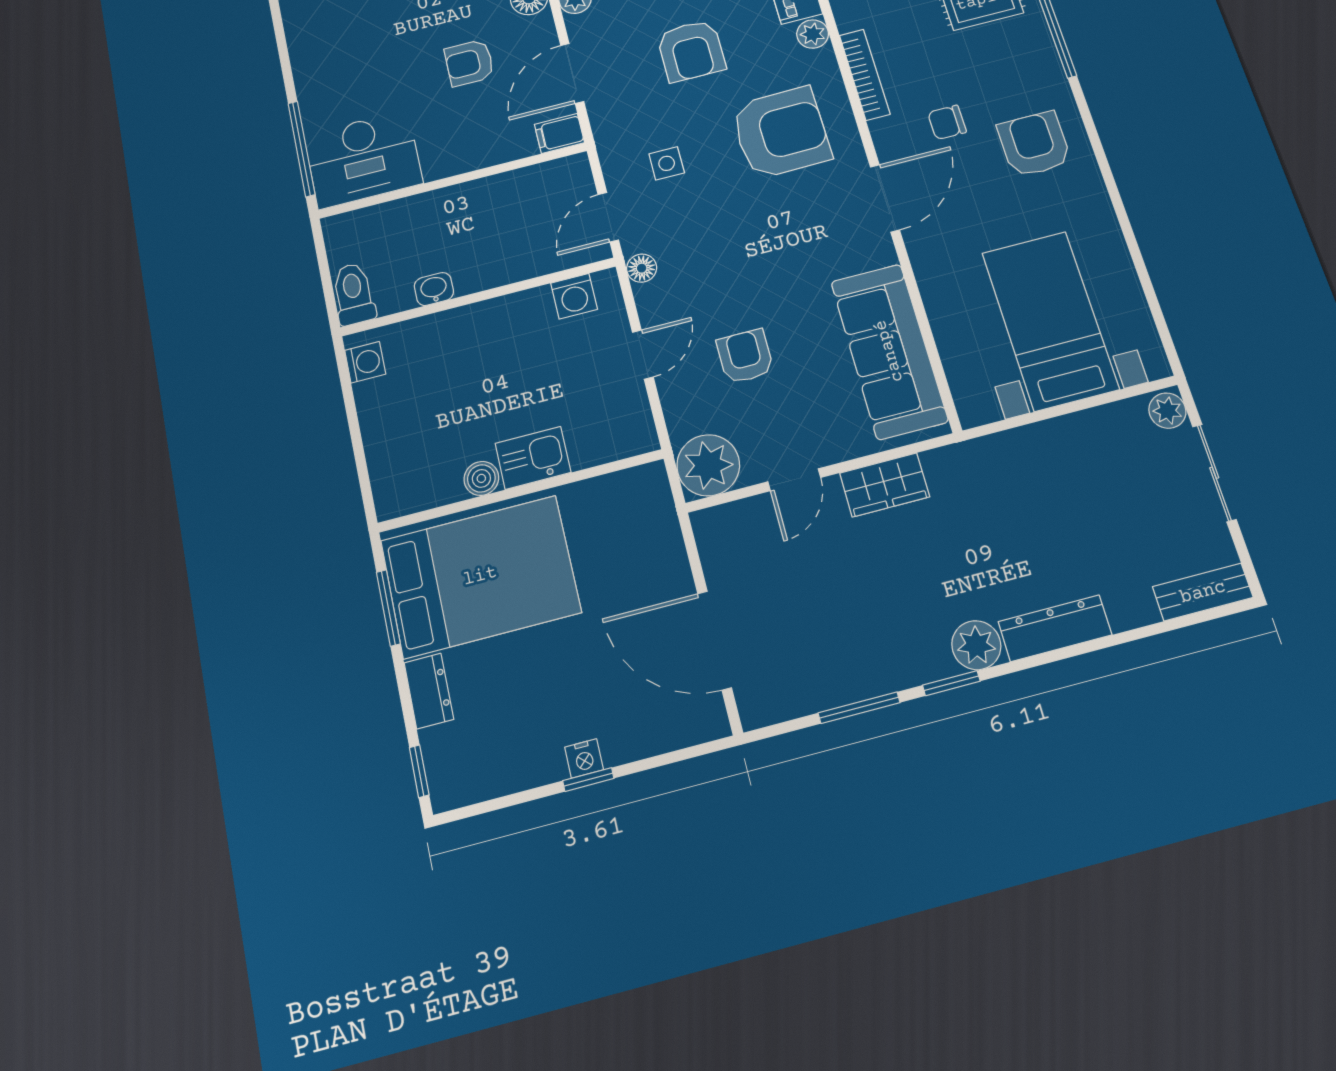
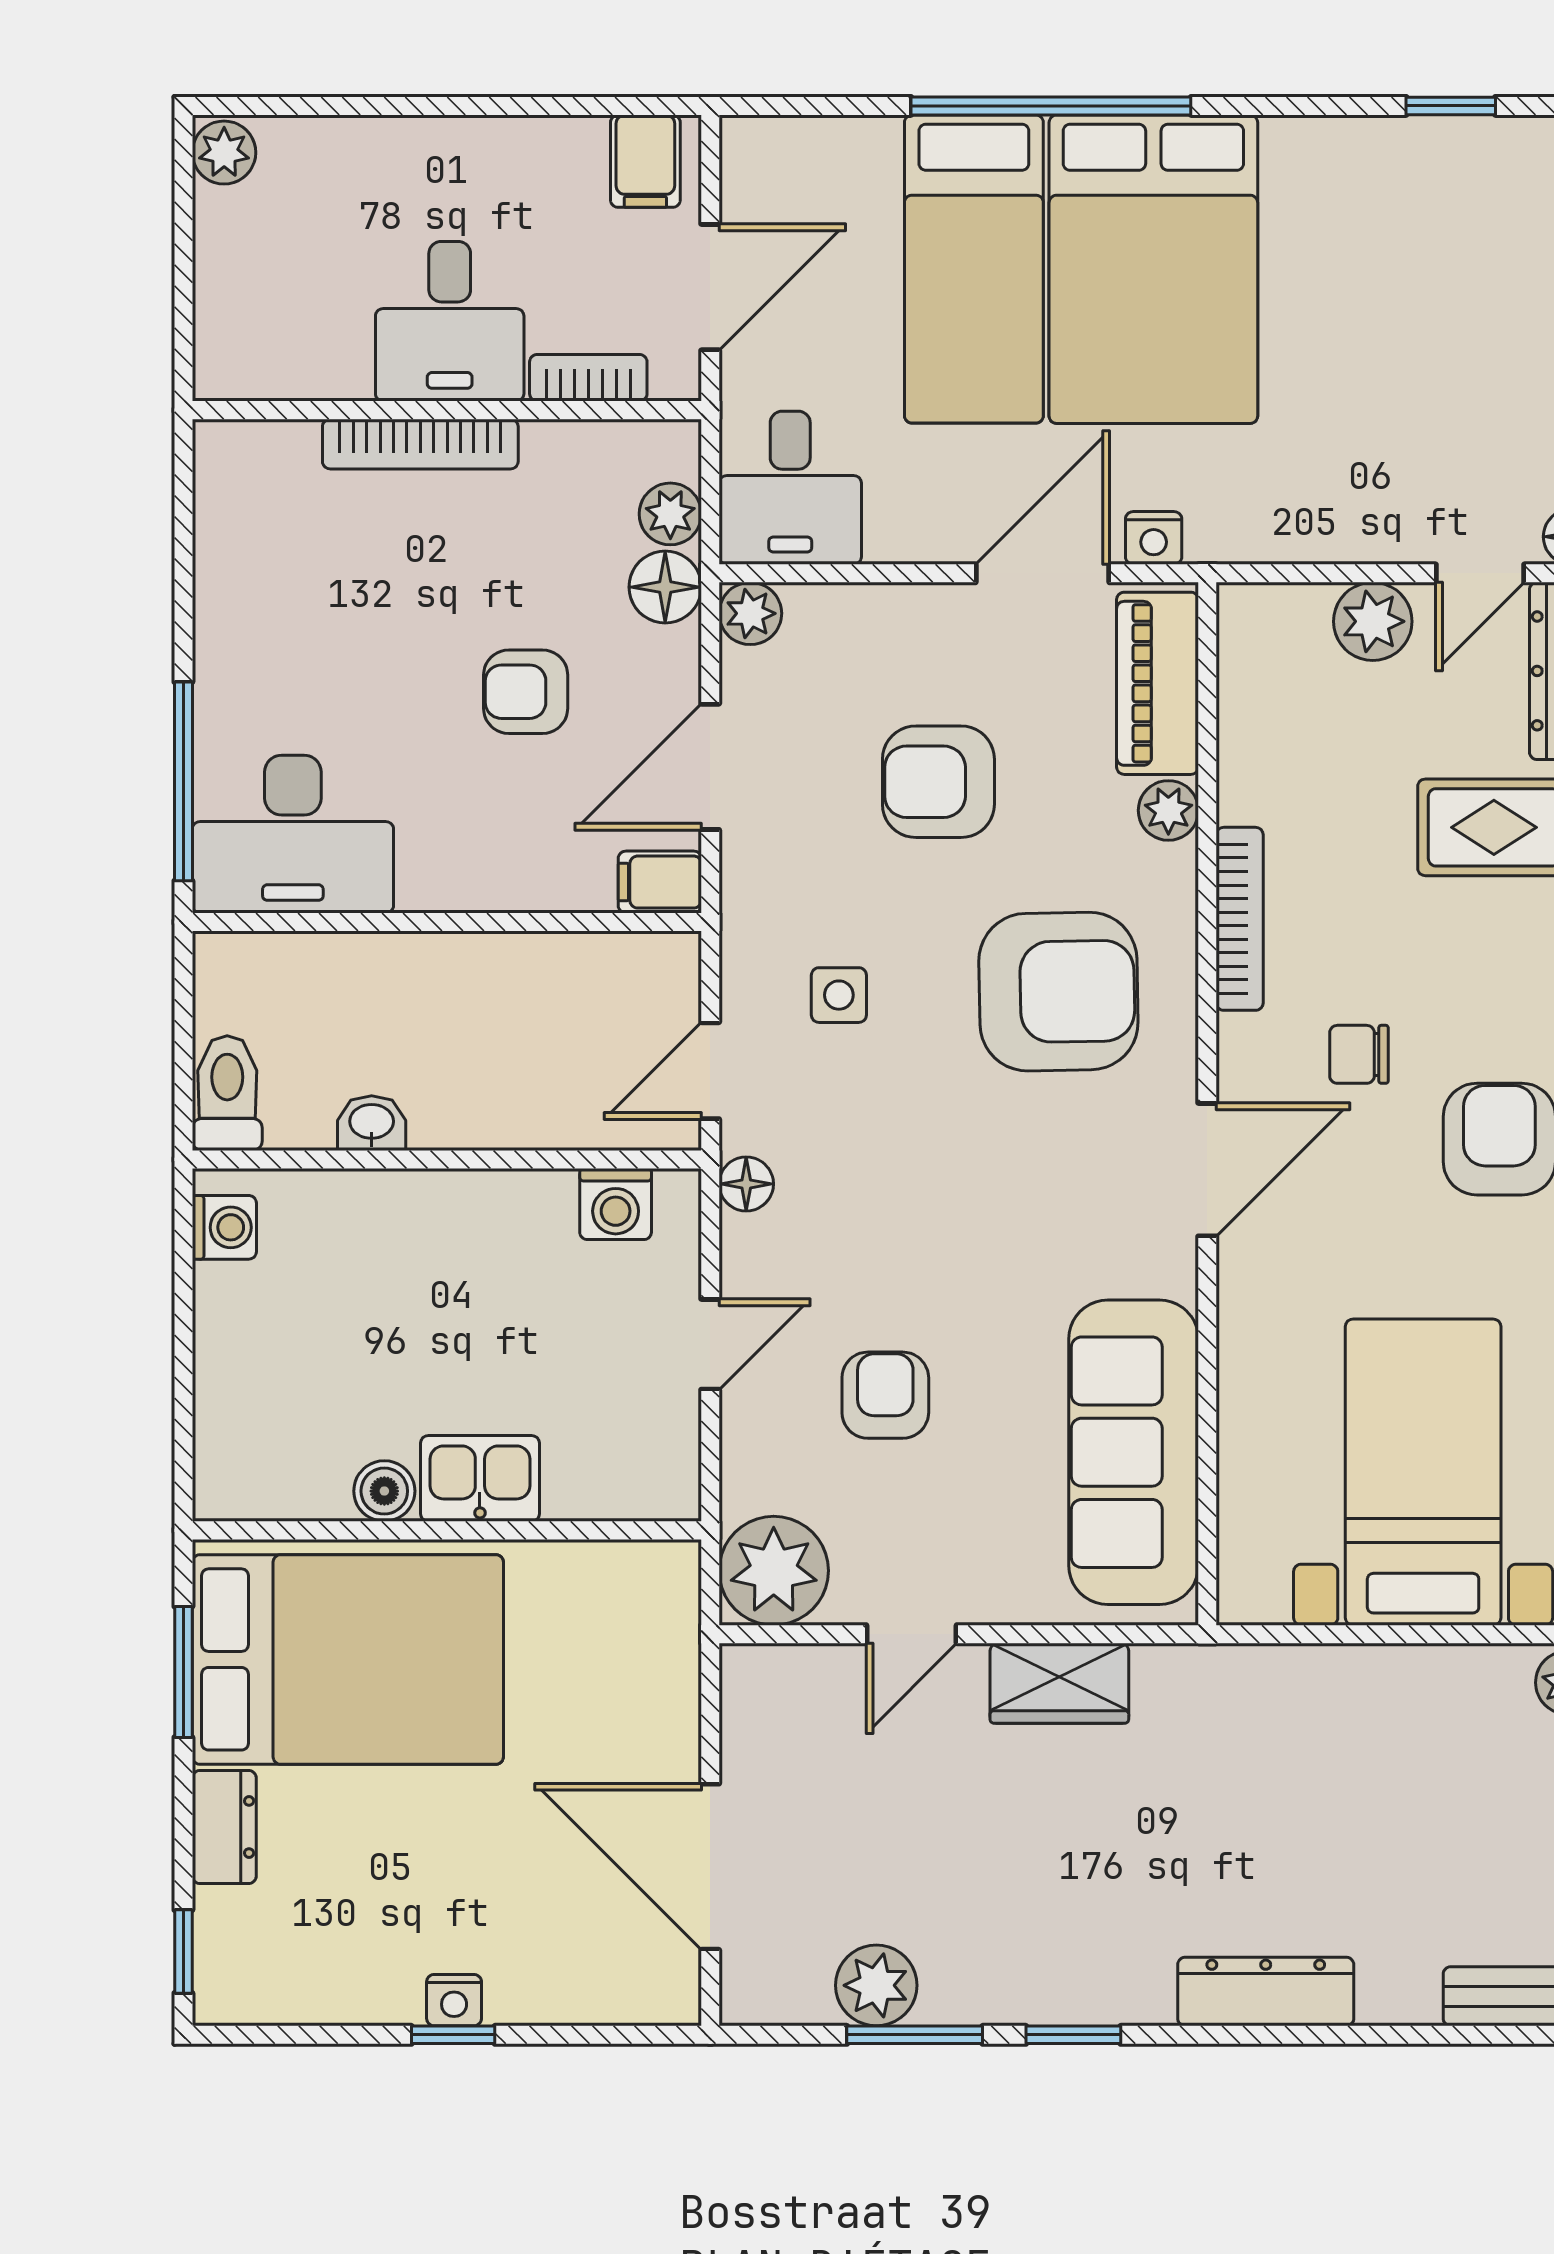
armchair: (691, 51) -> (938, 782), turned 90
plant: (976, 645) -> (876, 1985), moved

